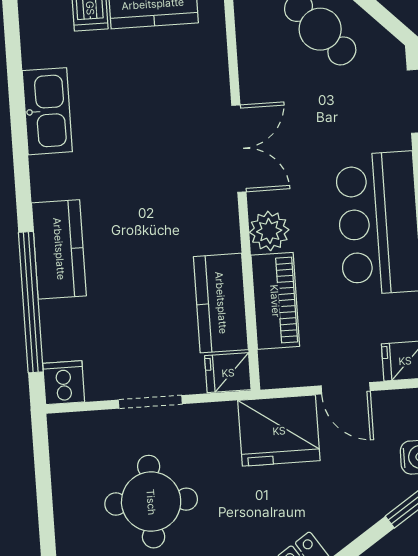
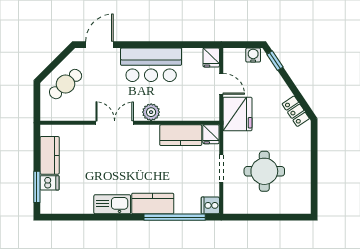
kitchen sink: (47, 111) -> (112, 204), moved
piano: (275, 301) -> (181, 112), removed
door: (346, 388) -> (221, 84), hinge flipped

